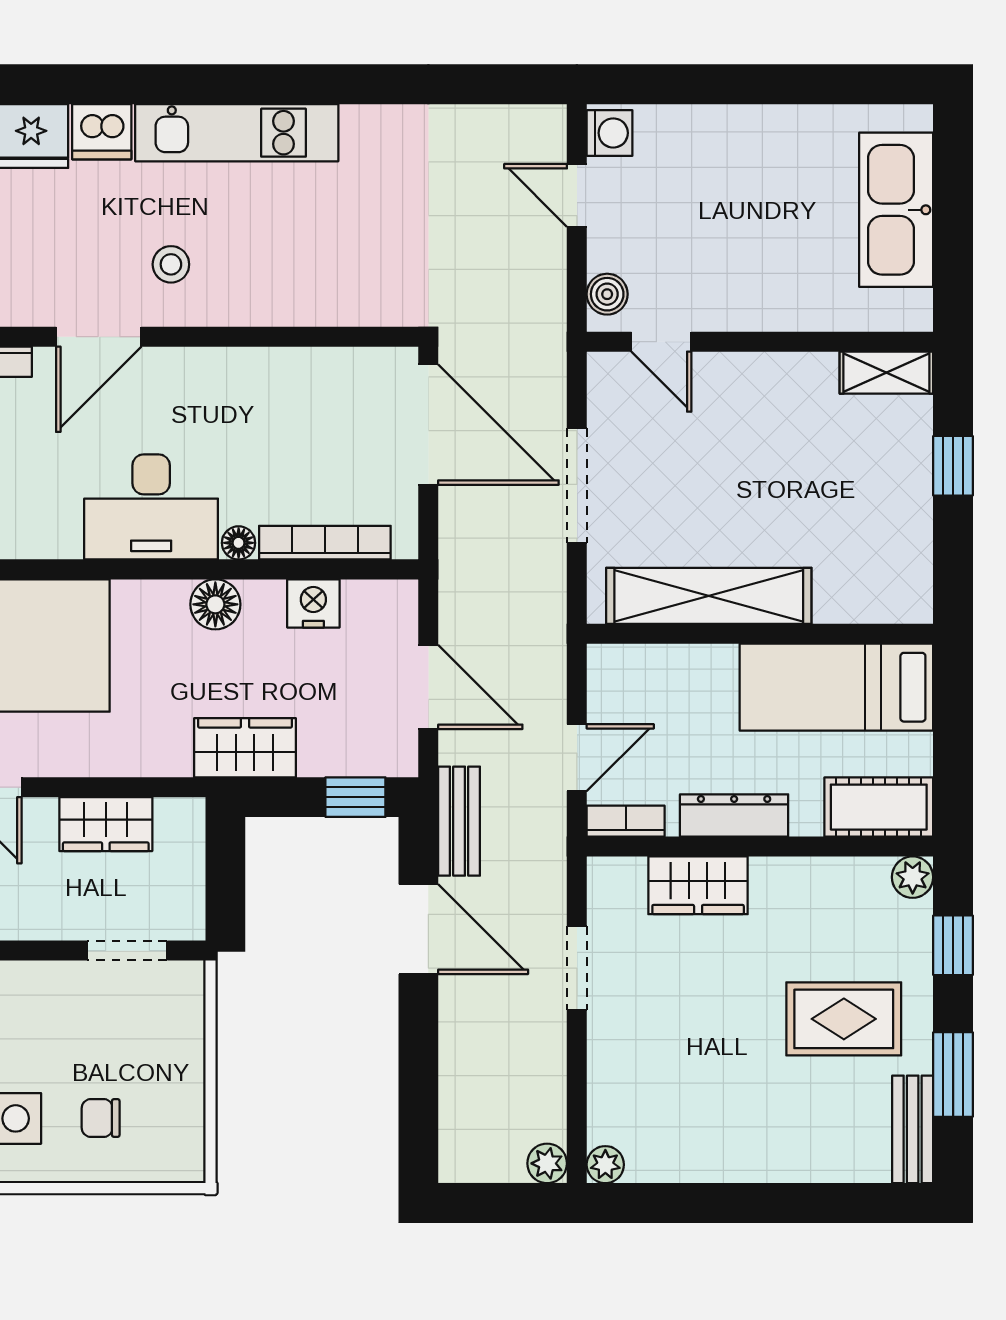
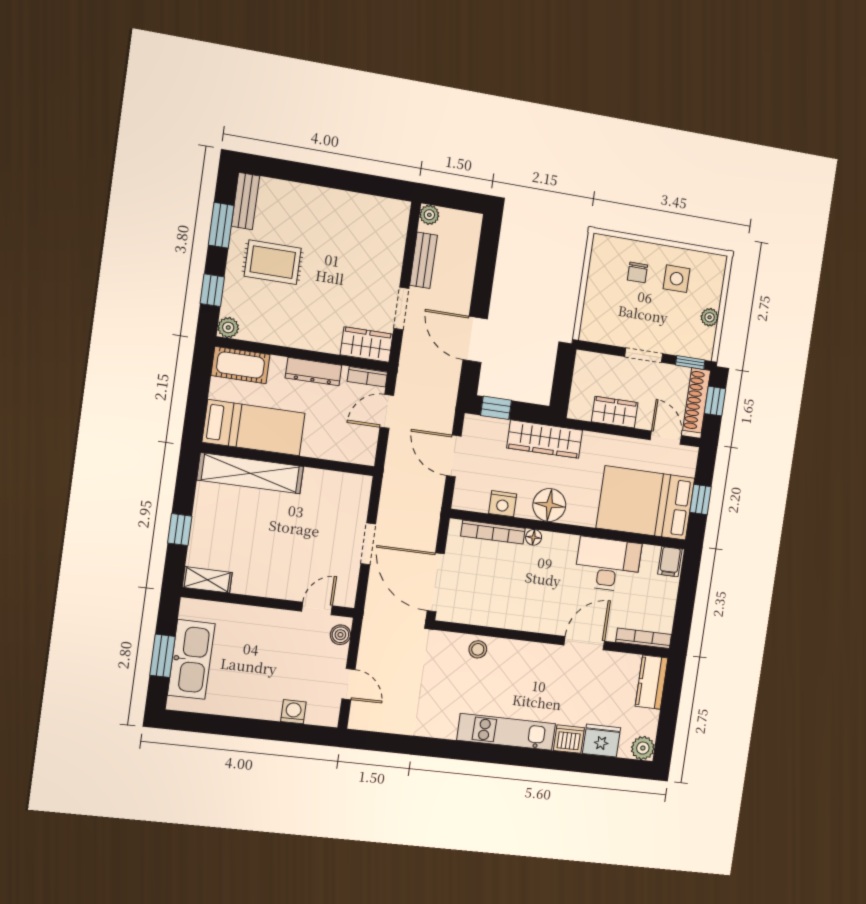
washing machine: (610, 133) -> (293, 712), moved, turned 90
window: (953, 210) -> (163, 656), added
stool: (171, 264) -> (478, 649), moved
door: (661, 342) -> (317, 609), hinge flipped
doorway: (577, 485) -> (368, 544), width x0.73
desk: (151, 507) -> (608, 564), moved
shelving: (709, 596) -> (250, 473), moved
floor lamp: (215, 604) -> (549, 505), width x1.38, depth x1.38
wardrobe: (245, 748) -> (545, 439), width x1.50
bench: (459, 821) -> (423, 260), moved
wardrobe: (698, 885) -> (367, 344), moved
doorway: (127, 951) -> (644, 355), moved
chair: (101, 1118) -> (638, 272), turned 90
plant: (605, 1165) -> (401, 209), removed

